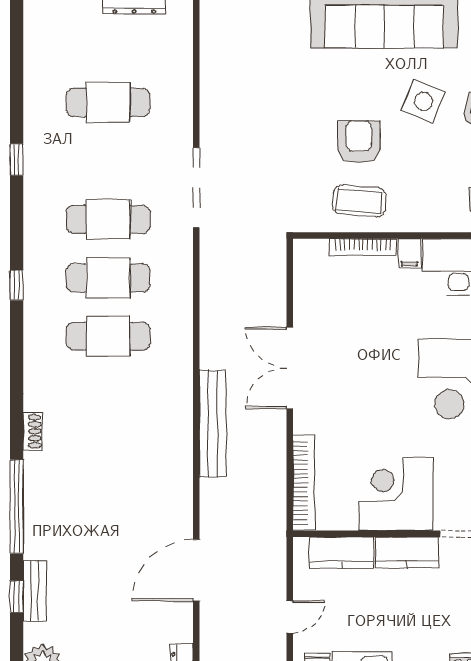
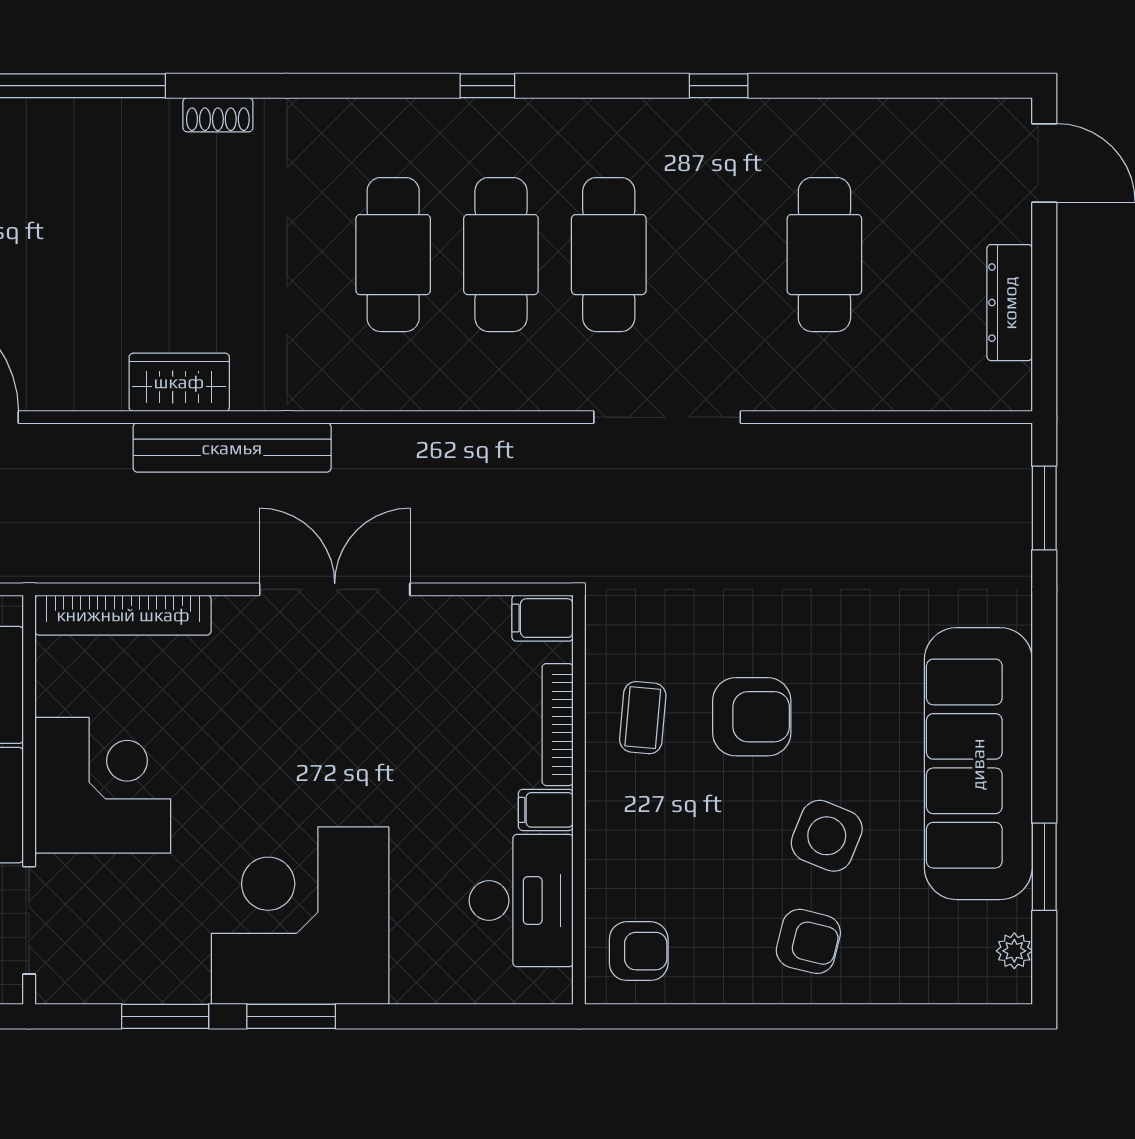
coffee table: (359, 201) -> (643, 718), width x0.73, depth x0.77
filing cabinet: (305, 255) -> (543, 618), added
wardrobe: (177, 452) -> (179, 382), added

